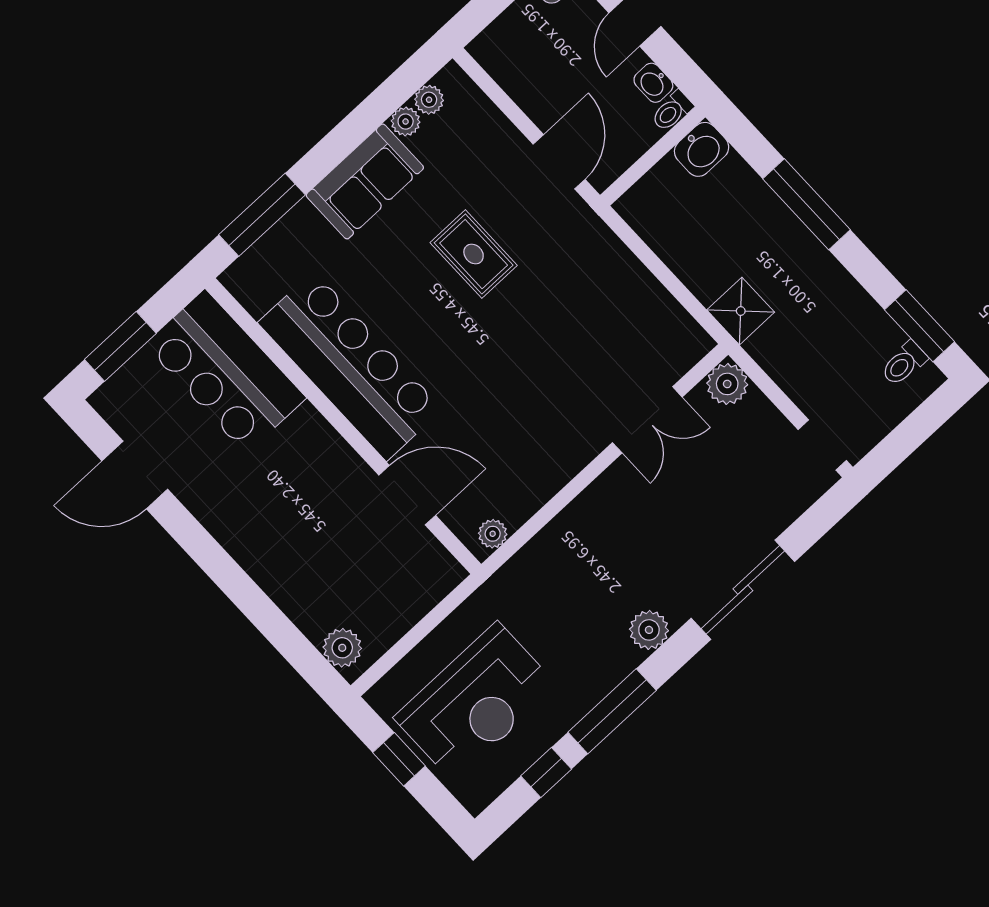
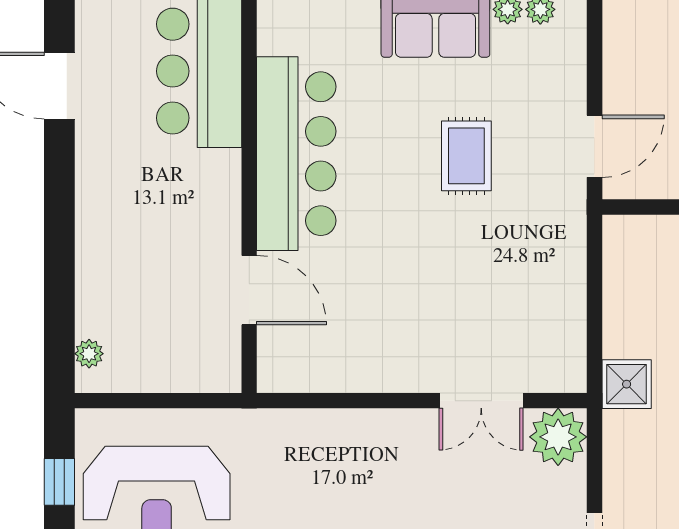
plant: (727, 384) -> (558, 437), width x1.36, depth x1.36
plant: (493, 534) -> (286, 378), removed
plant: (342, 648) -> (89, 354), width x0.73, depth x0.73

